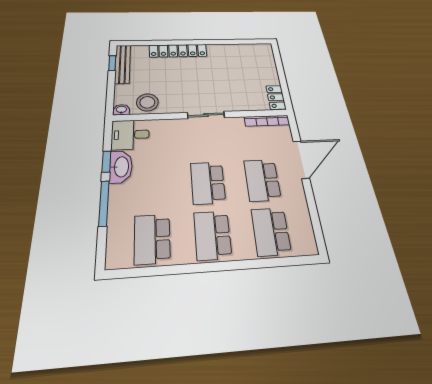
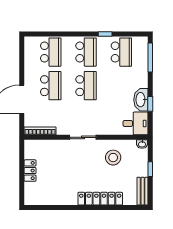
window: (112, 63) -> (150, 169), moved
bench: (123, 64) -> (143, 191), width x0.73
locker: (276, 97) -> (30, 171), moved
stool: (147, 102) -> (113, 158), moved
window: (104, 203) -> (150, 58), moved
window: (182, 269) -> (105, 34), added

